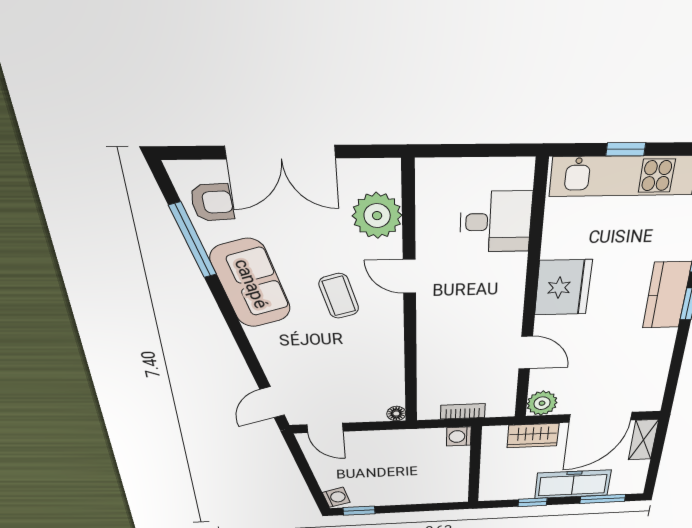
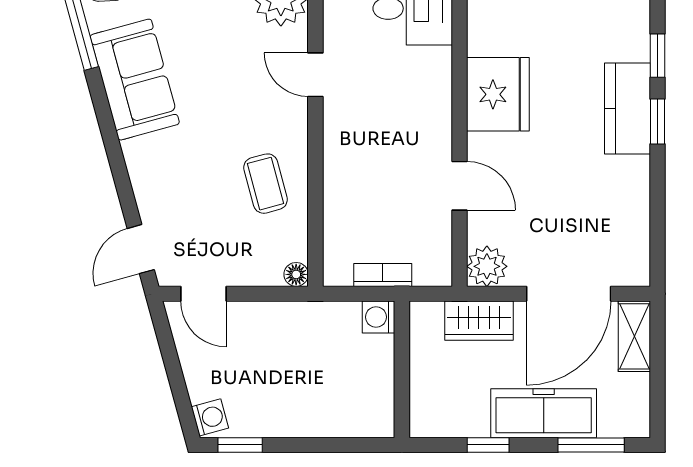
coffee table: (339, 296) -> (266, 184), moved

